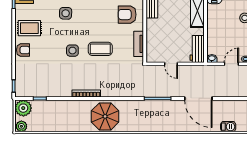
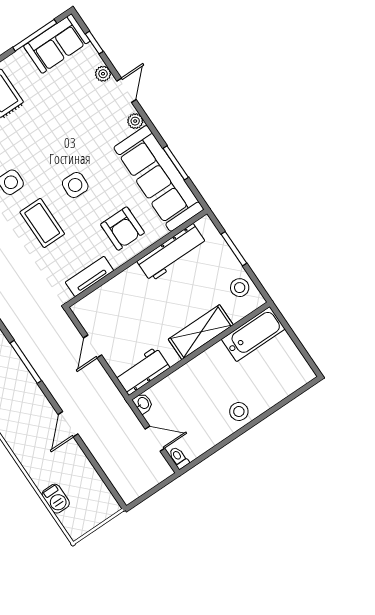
side table: (66, 13) -> (75, 185), moved
armchair: (127, 15) -> (122, 229), turned 180
door: (198, 98) -> (68, 424), width x0.53

